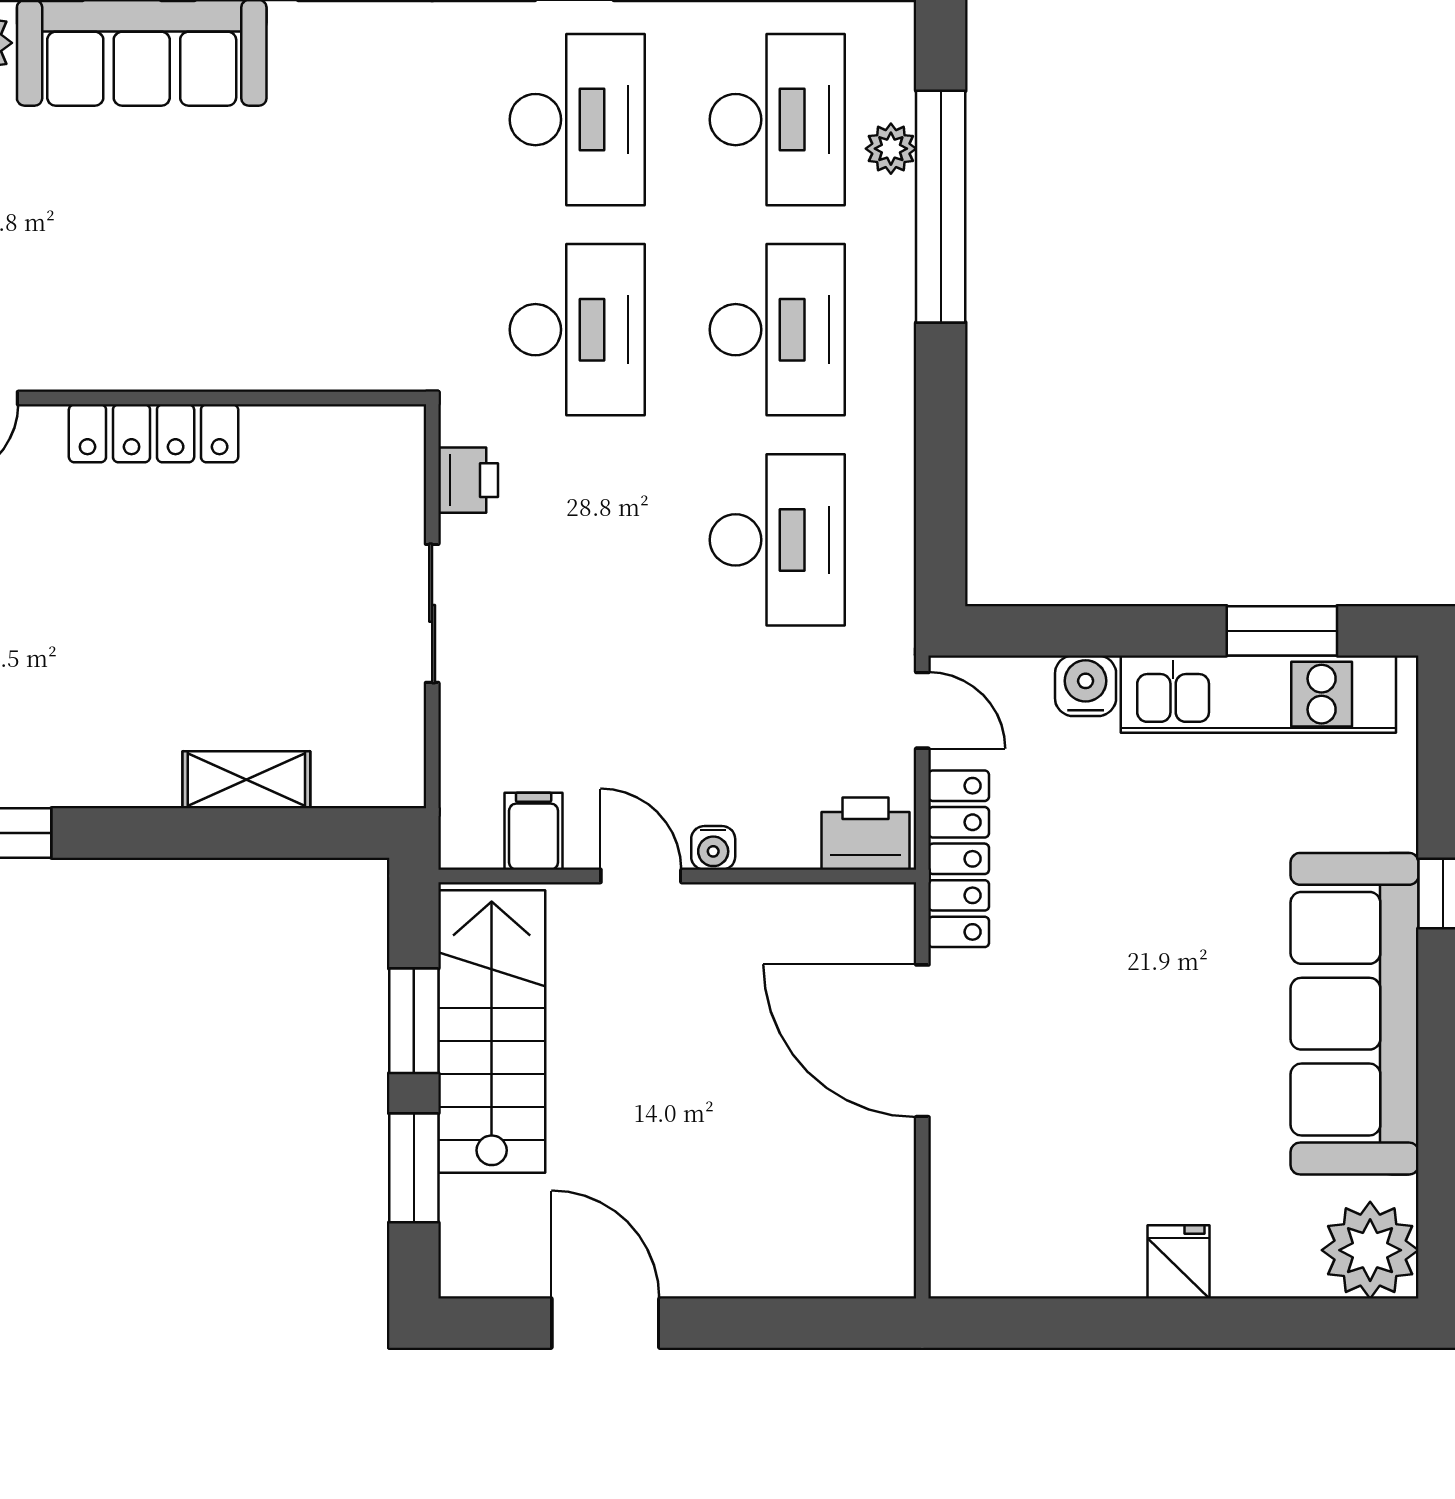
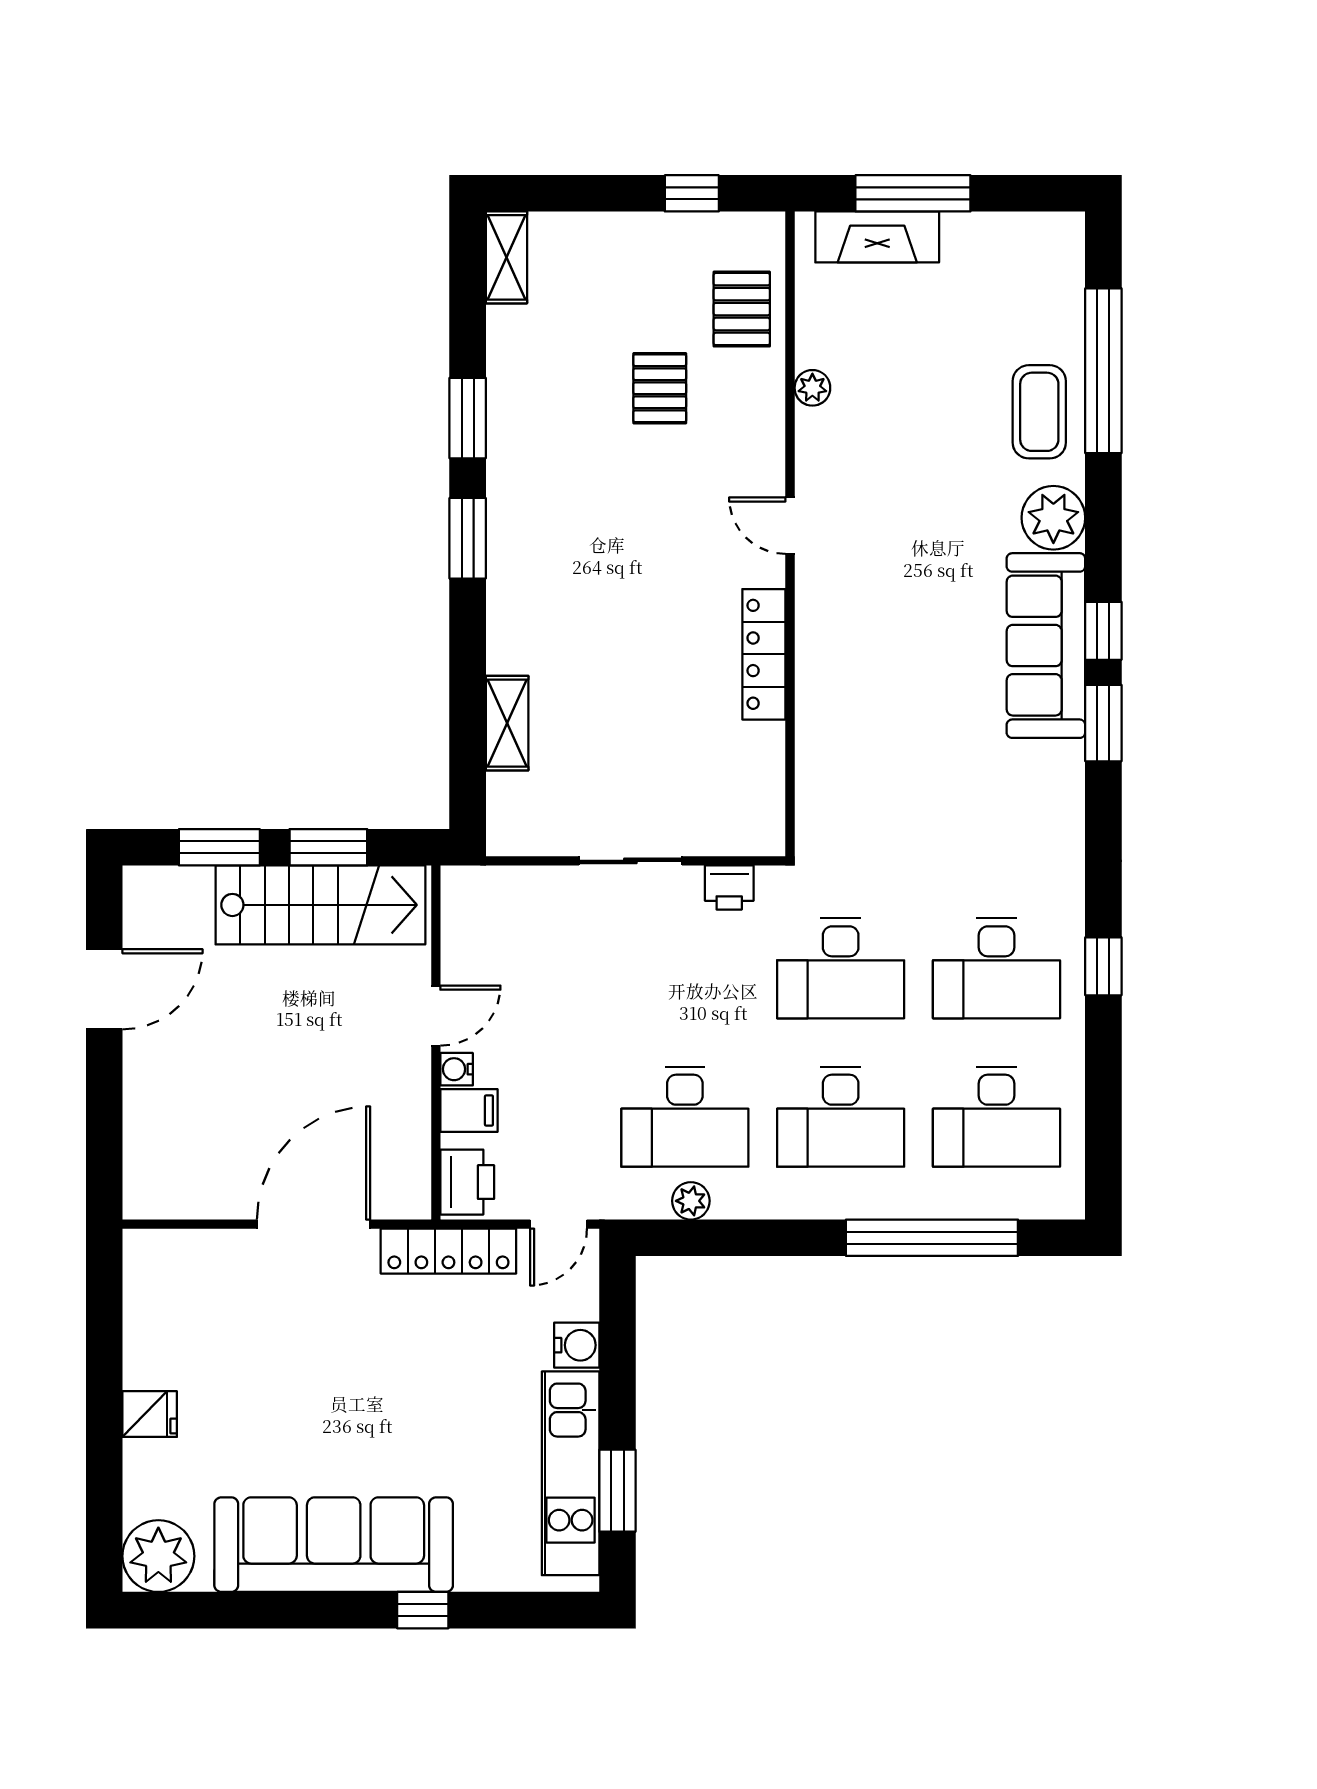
plant: (891, 149) -> (691, 1201), moved
filing cabinet: (534, 831) -> (469, 1111), moved

